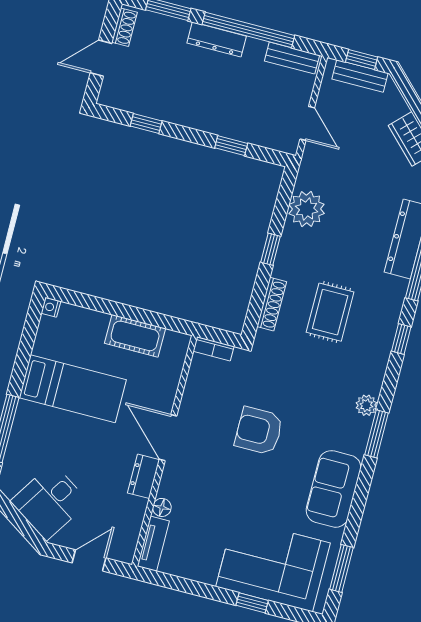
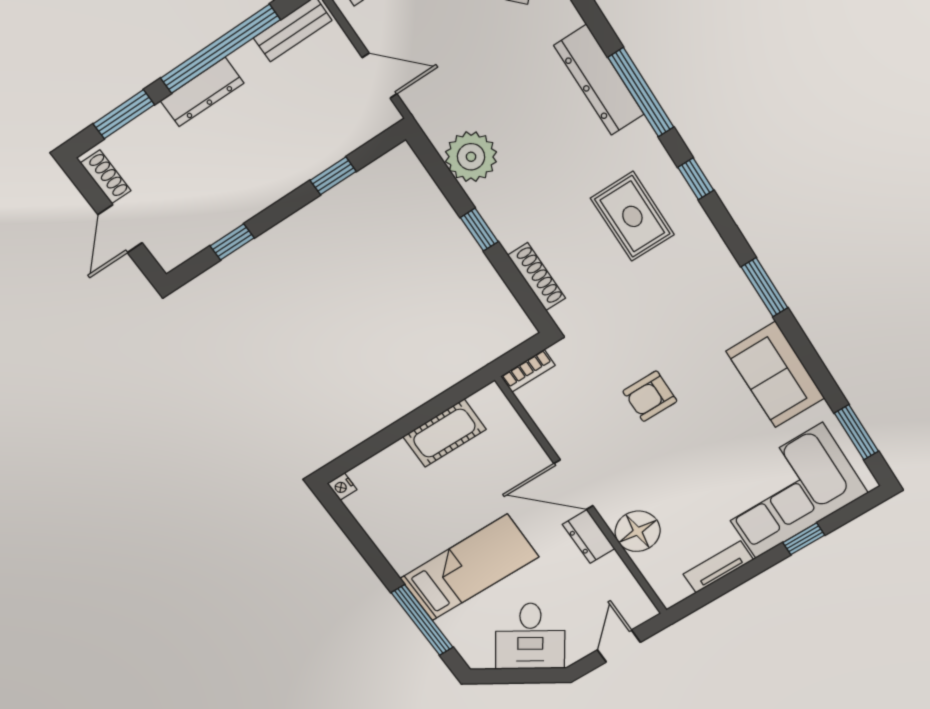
rug: (330, 312) -> (632, 216), moved
bed: (73, 389) -> (469, 568), moved
plant: (366, 405) -> (727, 272), removed
armchair: (259, 431) -> (650, 396), width x0.72, depth x0.72
floor lamp: (162, 507) -> (638, 531), width x1.89, depth x1.89
tv unit: (153, 544) -> (718, 567), moved, turned -90

